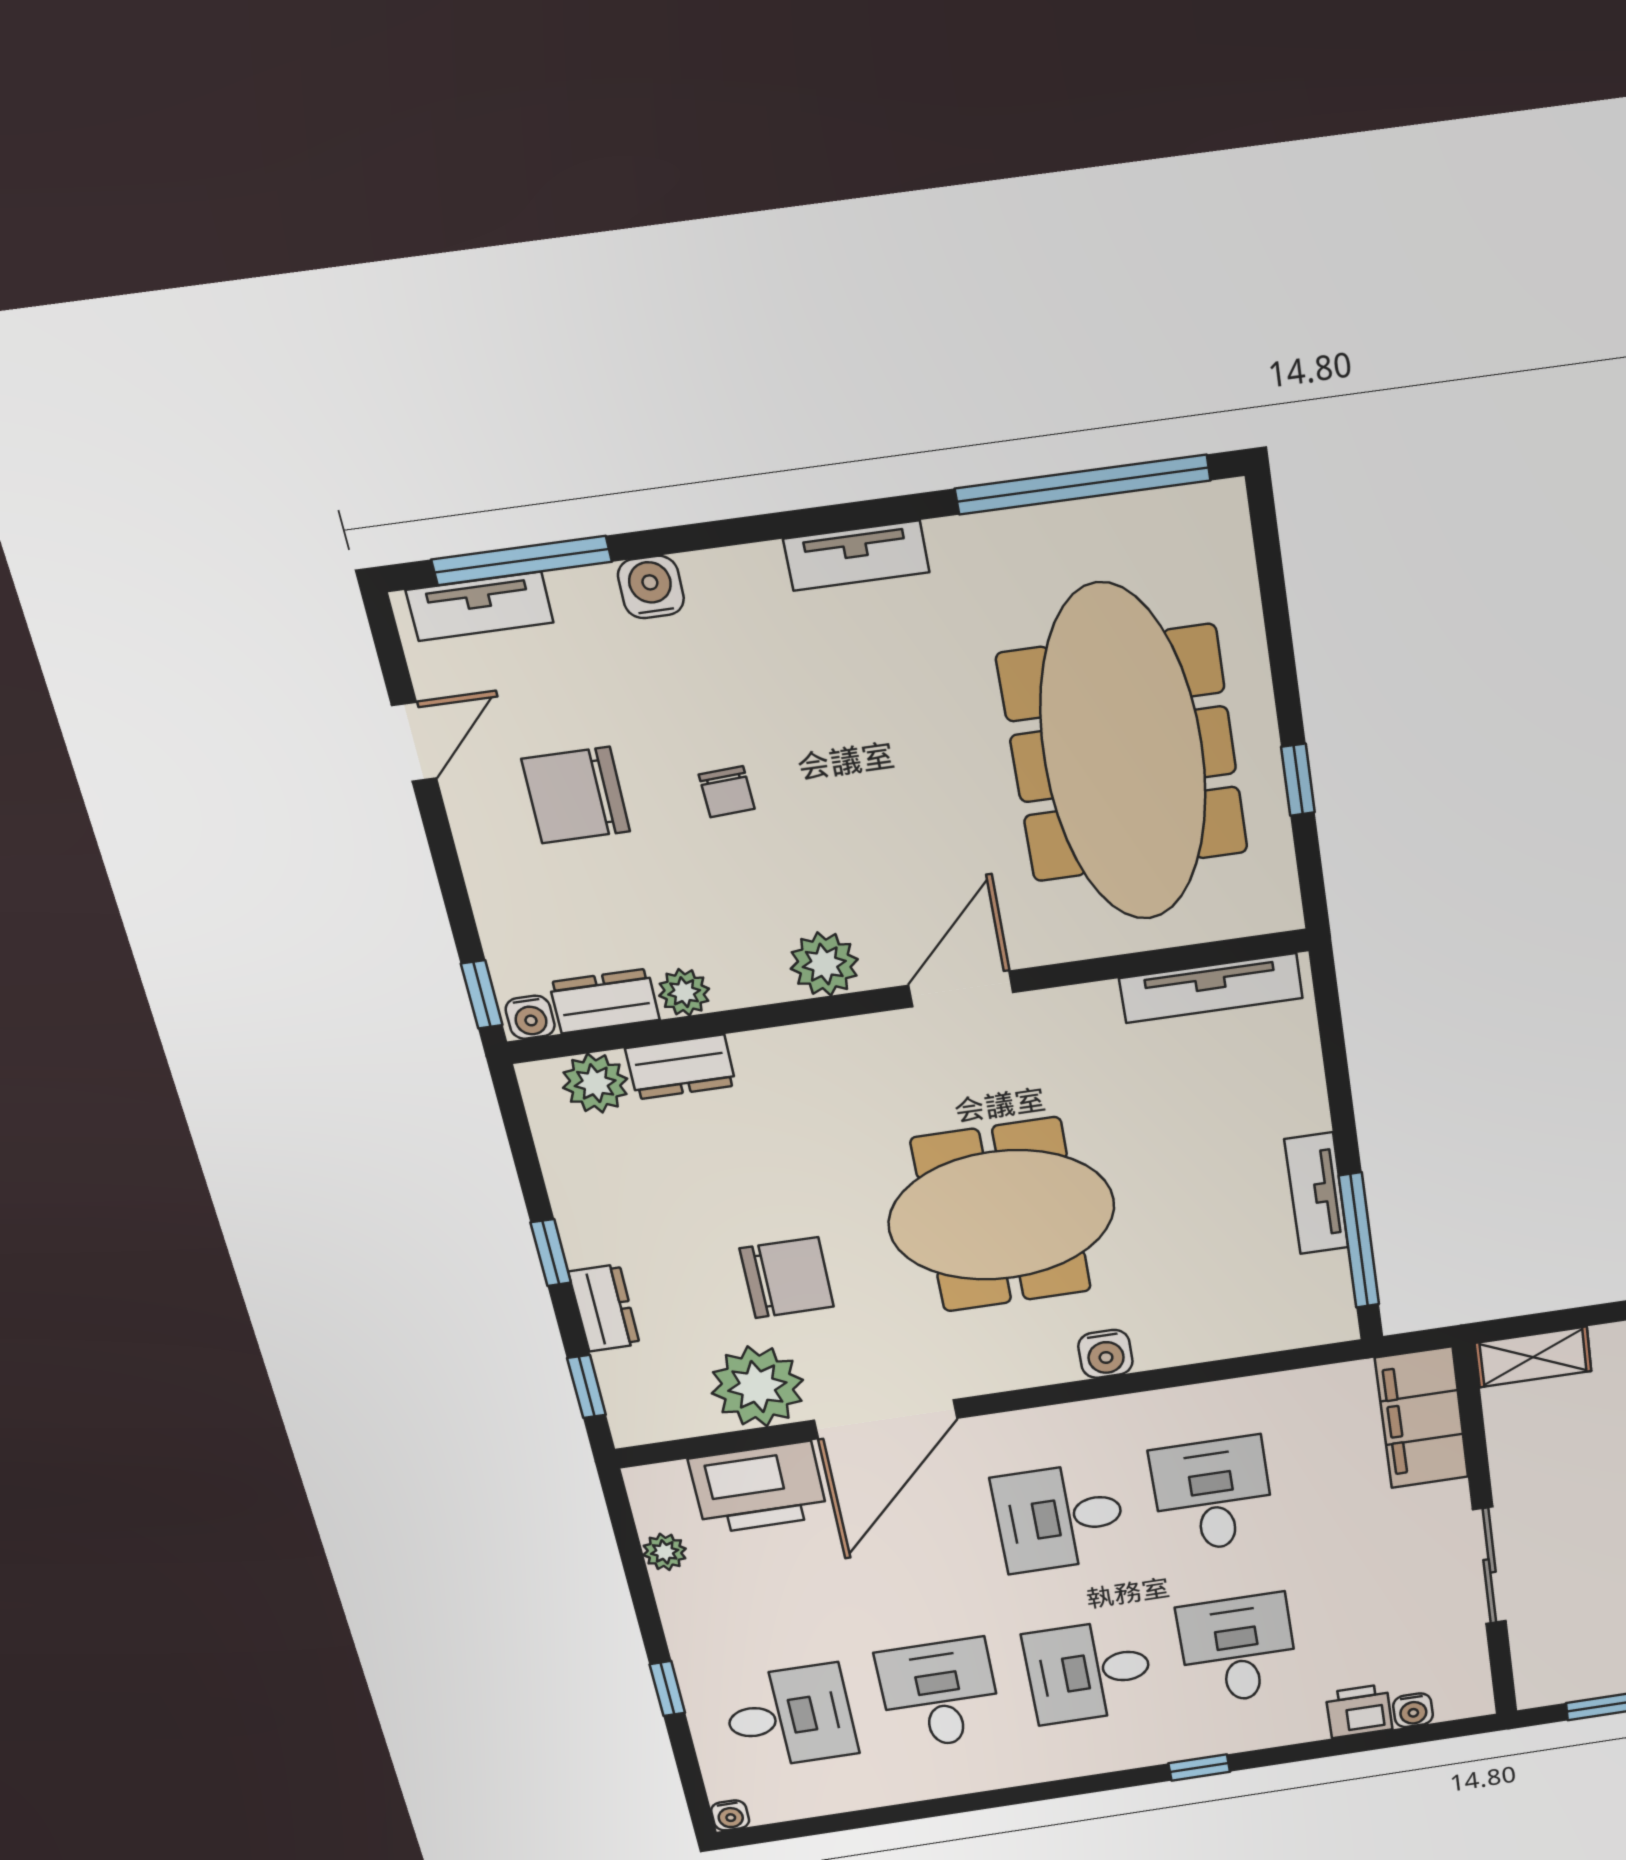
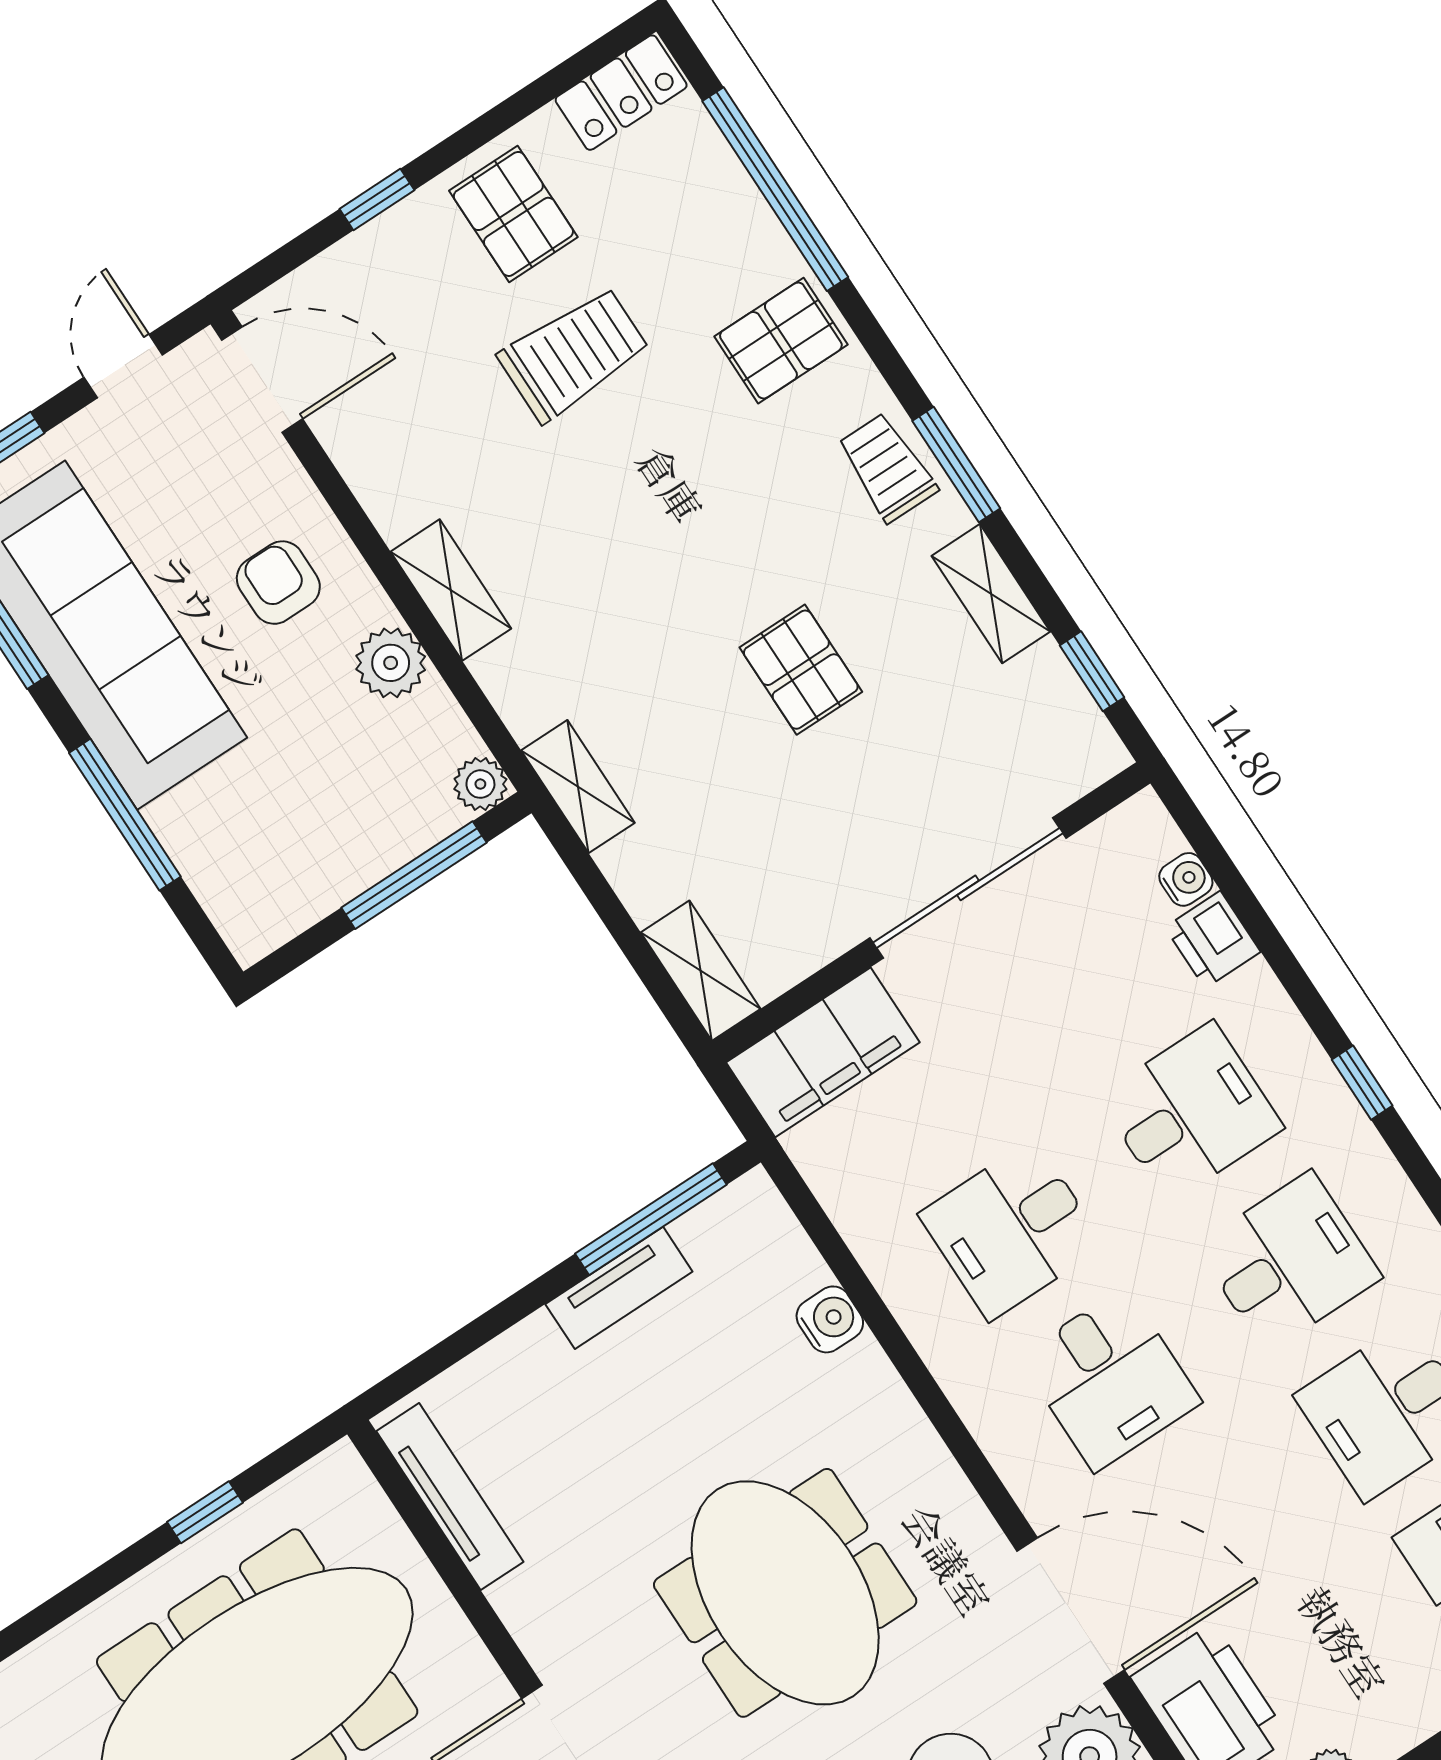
water cooler: (1105, 1354) -> (830, 1319), moved
sliding door: (1489, 1566) -> (968, 888), width x1.37
desk: (1238, 1649) -> (1191, 1112), turned 180
desk: (1089, 1672) -> (1289, 1262), turned -90

